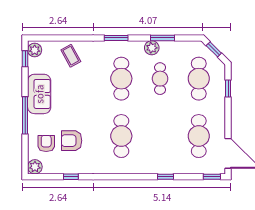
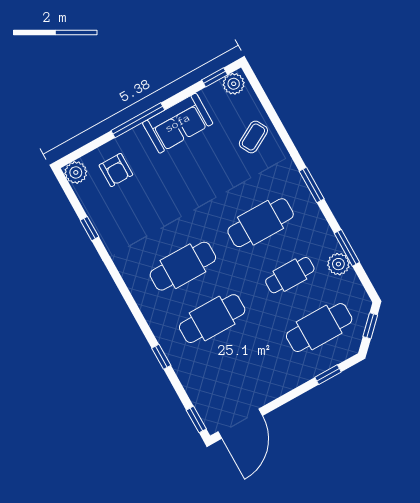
plant: (152, 48) -> (338, 264), moved
cafe table: (199, 136) -> (212, 319), moved
armchair: (72, 141) -> (139, 202), removed
armchair: (46, 143) -> (116, 170), turned 90

